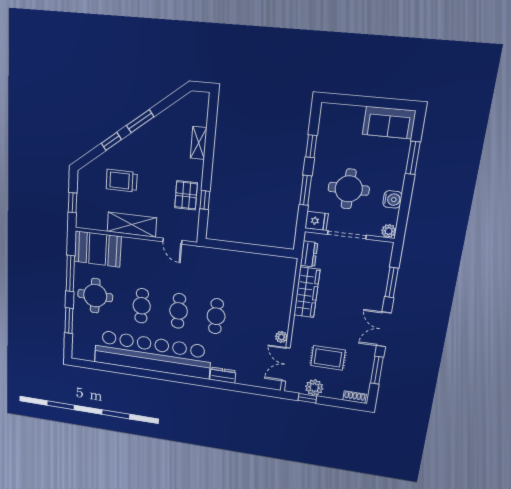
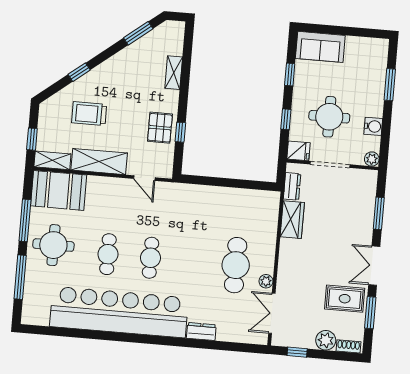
window: (140, 121) -> (138, 33), moved
sofa: (389, 123) -> (320, 47), moved
window: (306, 190) -> (286, 119), width x0.67
shelving: (91, 222) -> (52, 160), added
wardrobe: (307, 292) -> (292, 220), width x0.67
cafe table: (216, 316) -> (236, 265), moved, width x1.37, depth x1.35
window: (69, 321) -> (20, 277), width x1.44
rug: (328, 358) -> (345, 299), moved
plant: (314, 388) -> (326, 340), moved

